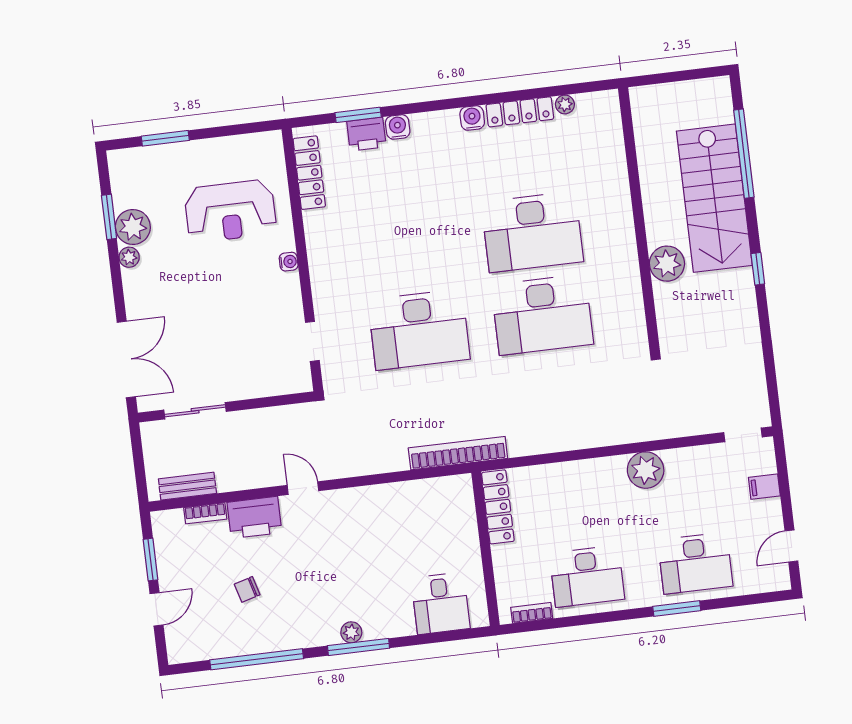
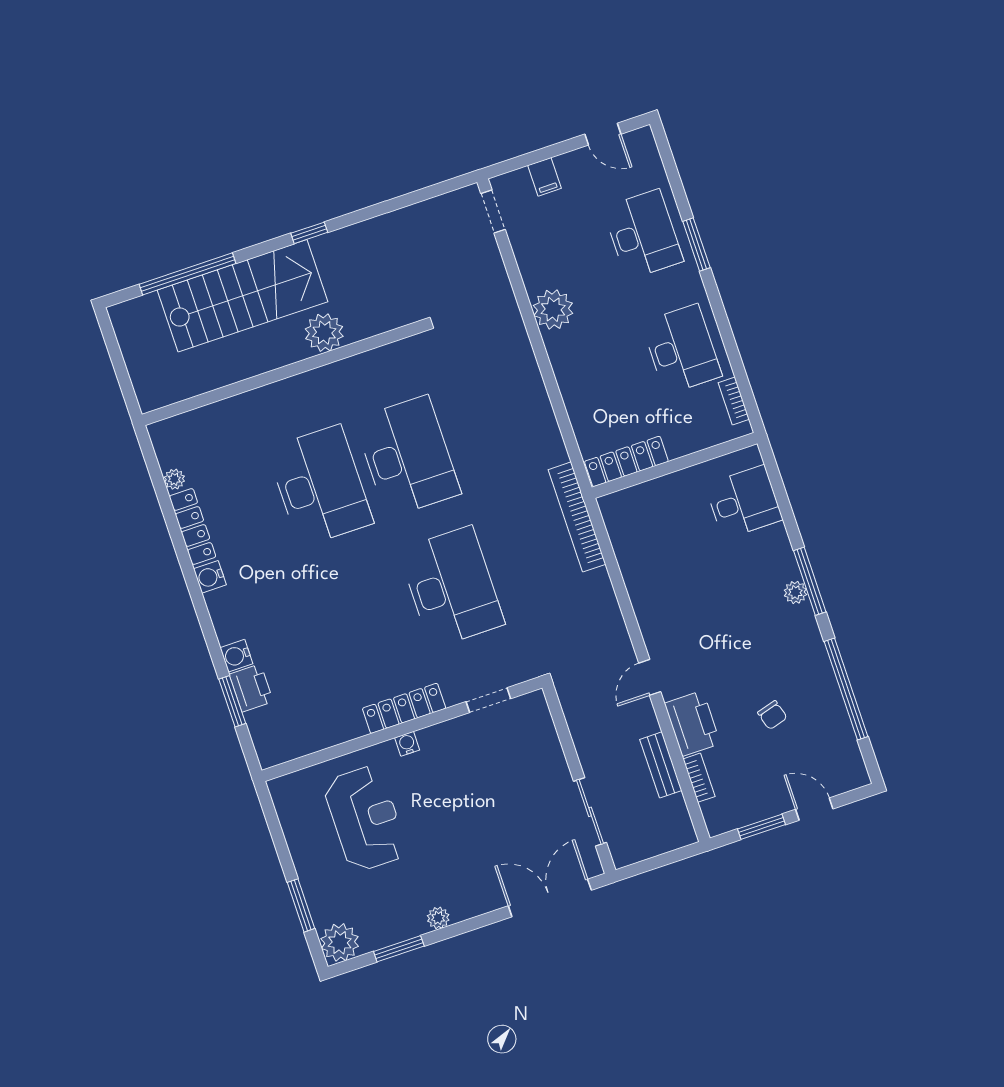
locker: (309, 173) -> (404, 708), moved
plant: (133, 227) -> (340, 942), moved
bench: (187, 486) -> (661, 765), moved

